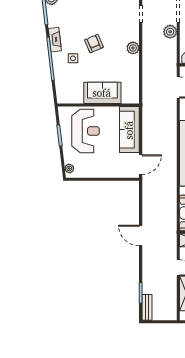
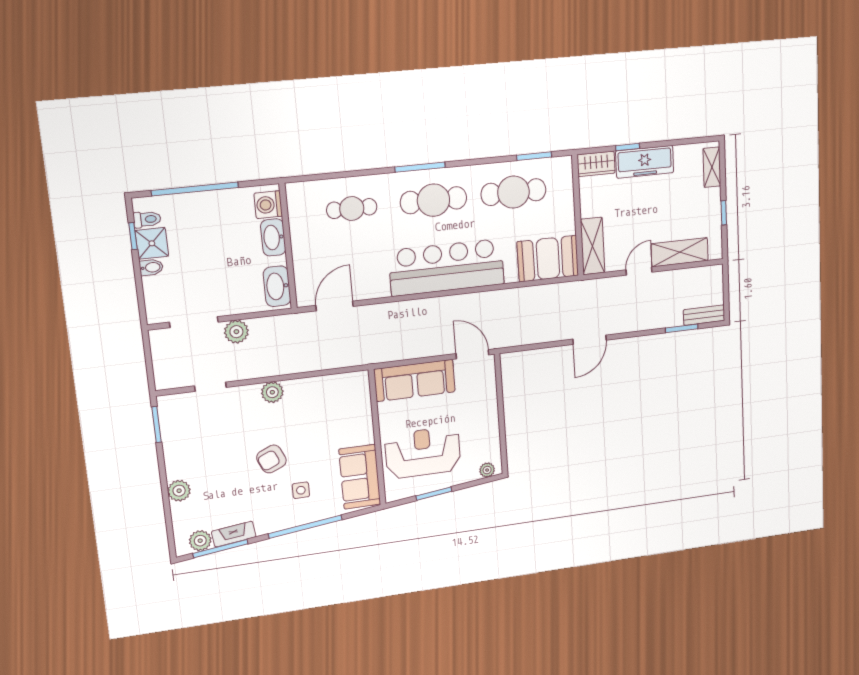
fireplace: (55, 40) -> (234, 534), moved
sofa: (102, 93) -> (360, 477), moved

